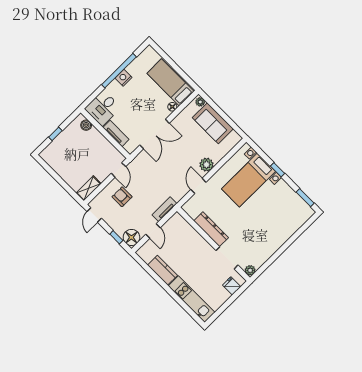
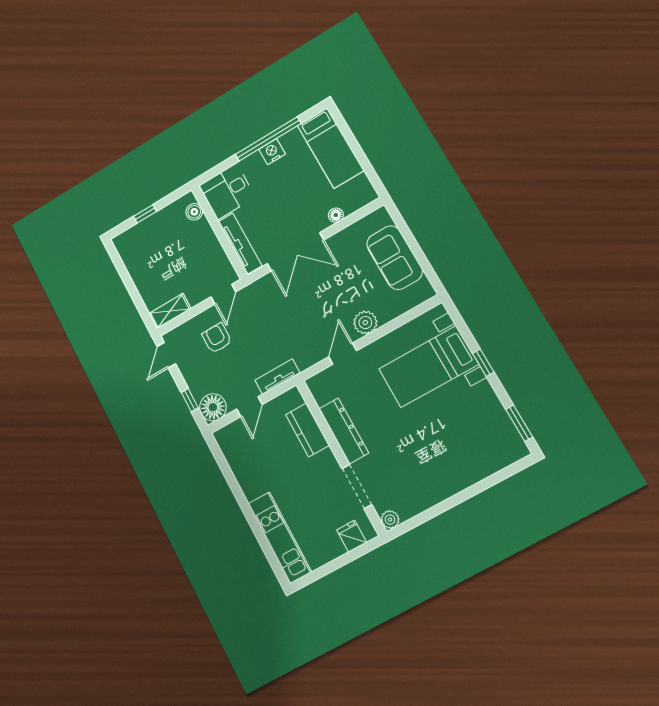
bed: (170, 82) -> (331, 148), moved, turned 180
plant: (200, 102) -> (383, 218), removed
tv unit: (116, 134) -> (240, 244), width x1.41
kitchen counter: (162, 270) -> (308, 430), moved, turned 180

